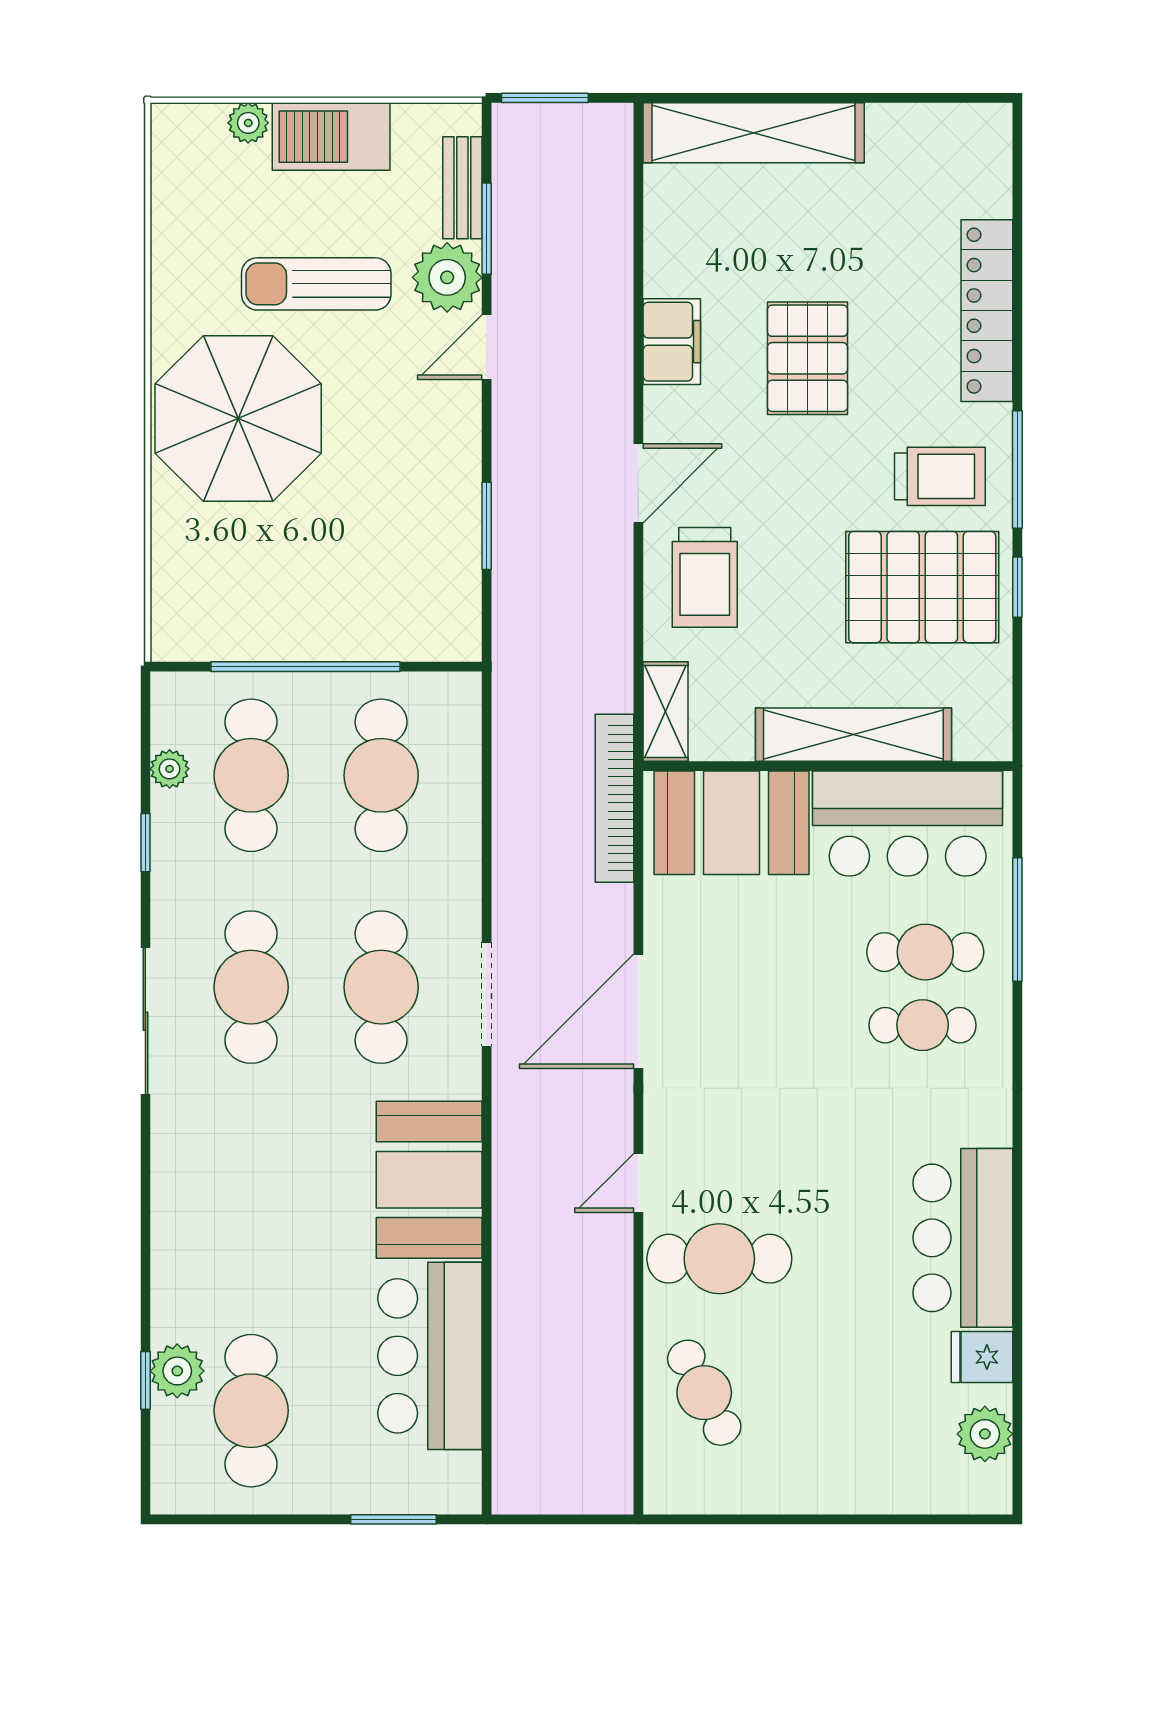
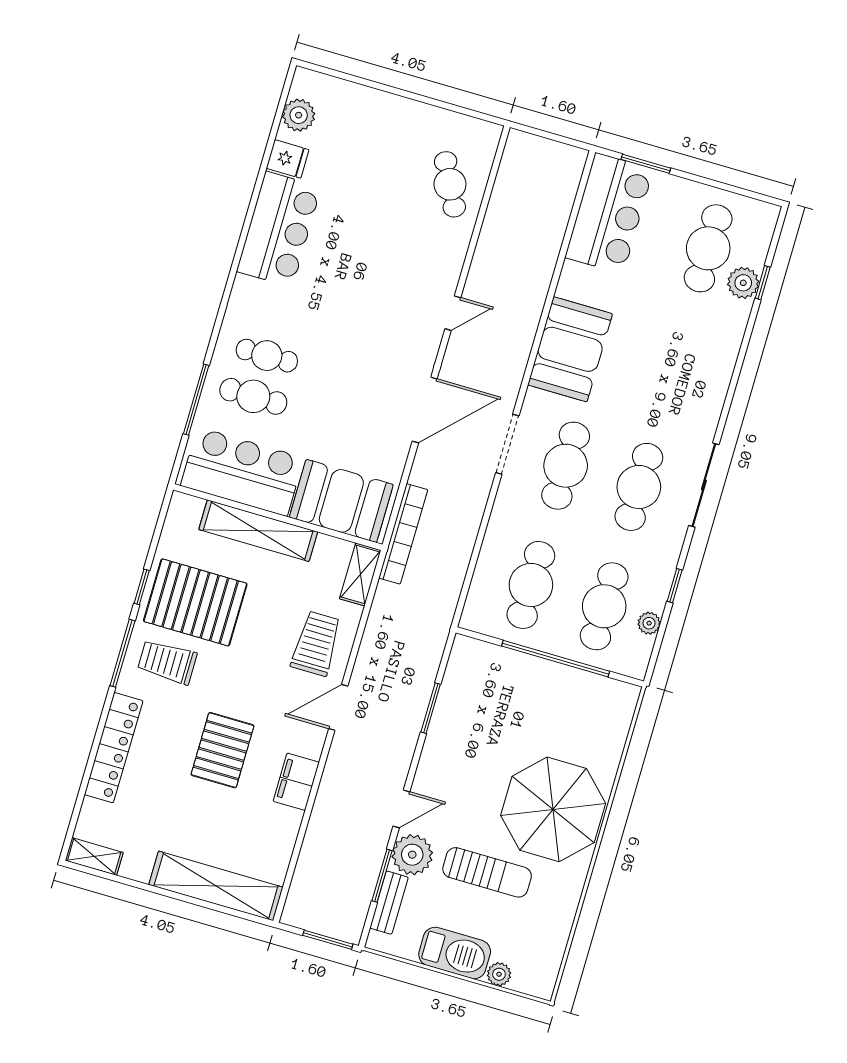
shelving: (967, 123) -> (94, 856), added
cafe table: (719, 1259) -> (420, 257), removed
bar counter: (430, 1356) -> (609, 213), moved

